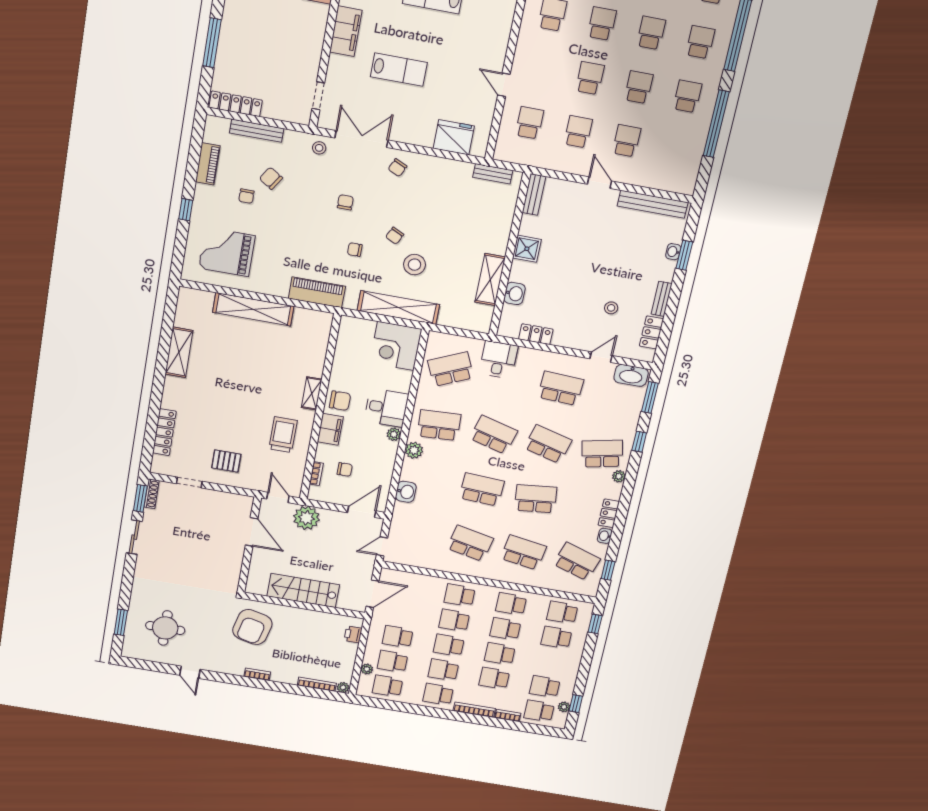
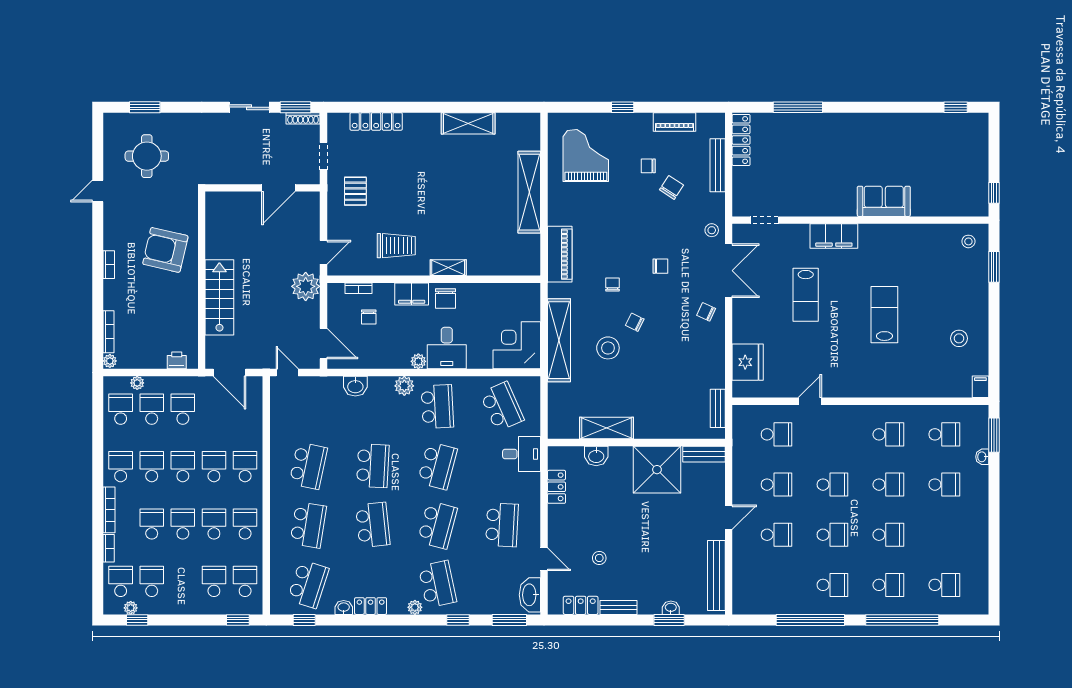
shower: (527, 249) -> (657, 470), width x1.86, depth x1.86
door: (252, 532) -> (278, 188), moved
wall: (249, 545) -> (263, 188), moved

